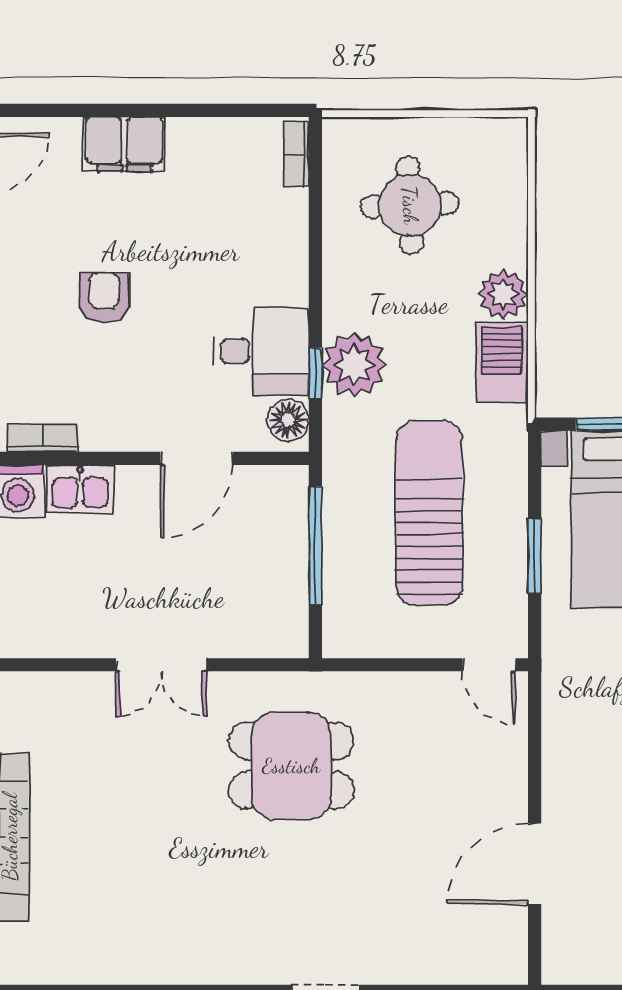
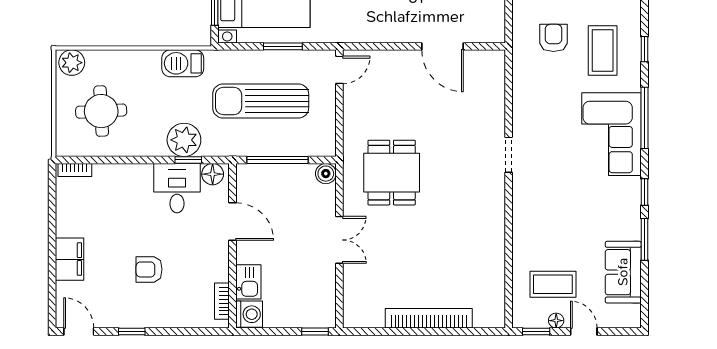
plant: (503, 294) -> (72, 63), moved
boiler: (289, 639) -> (326, 174), added

